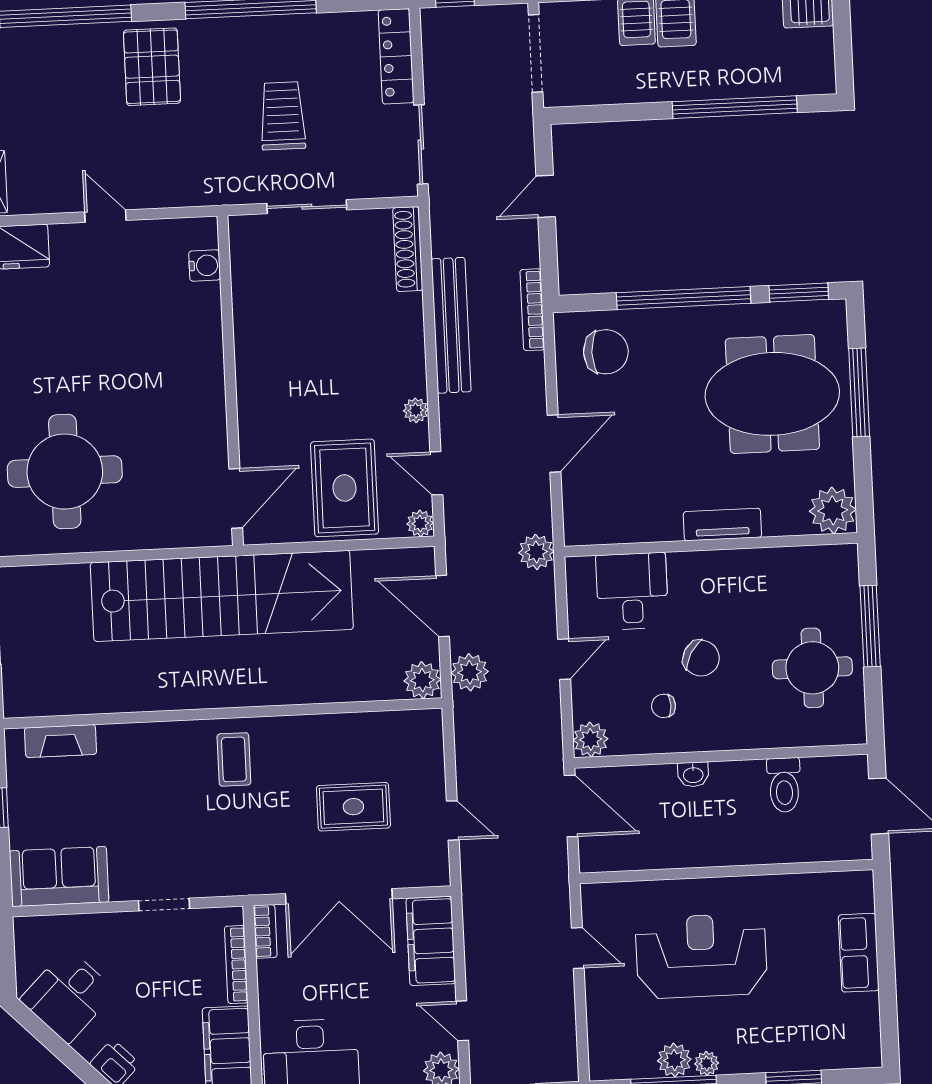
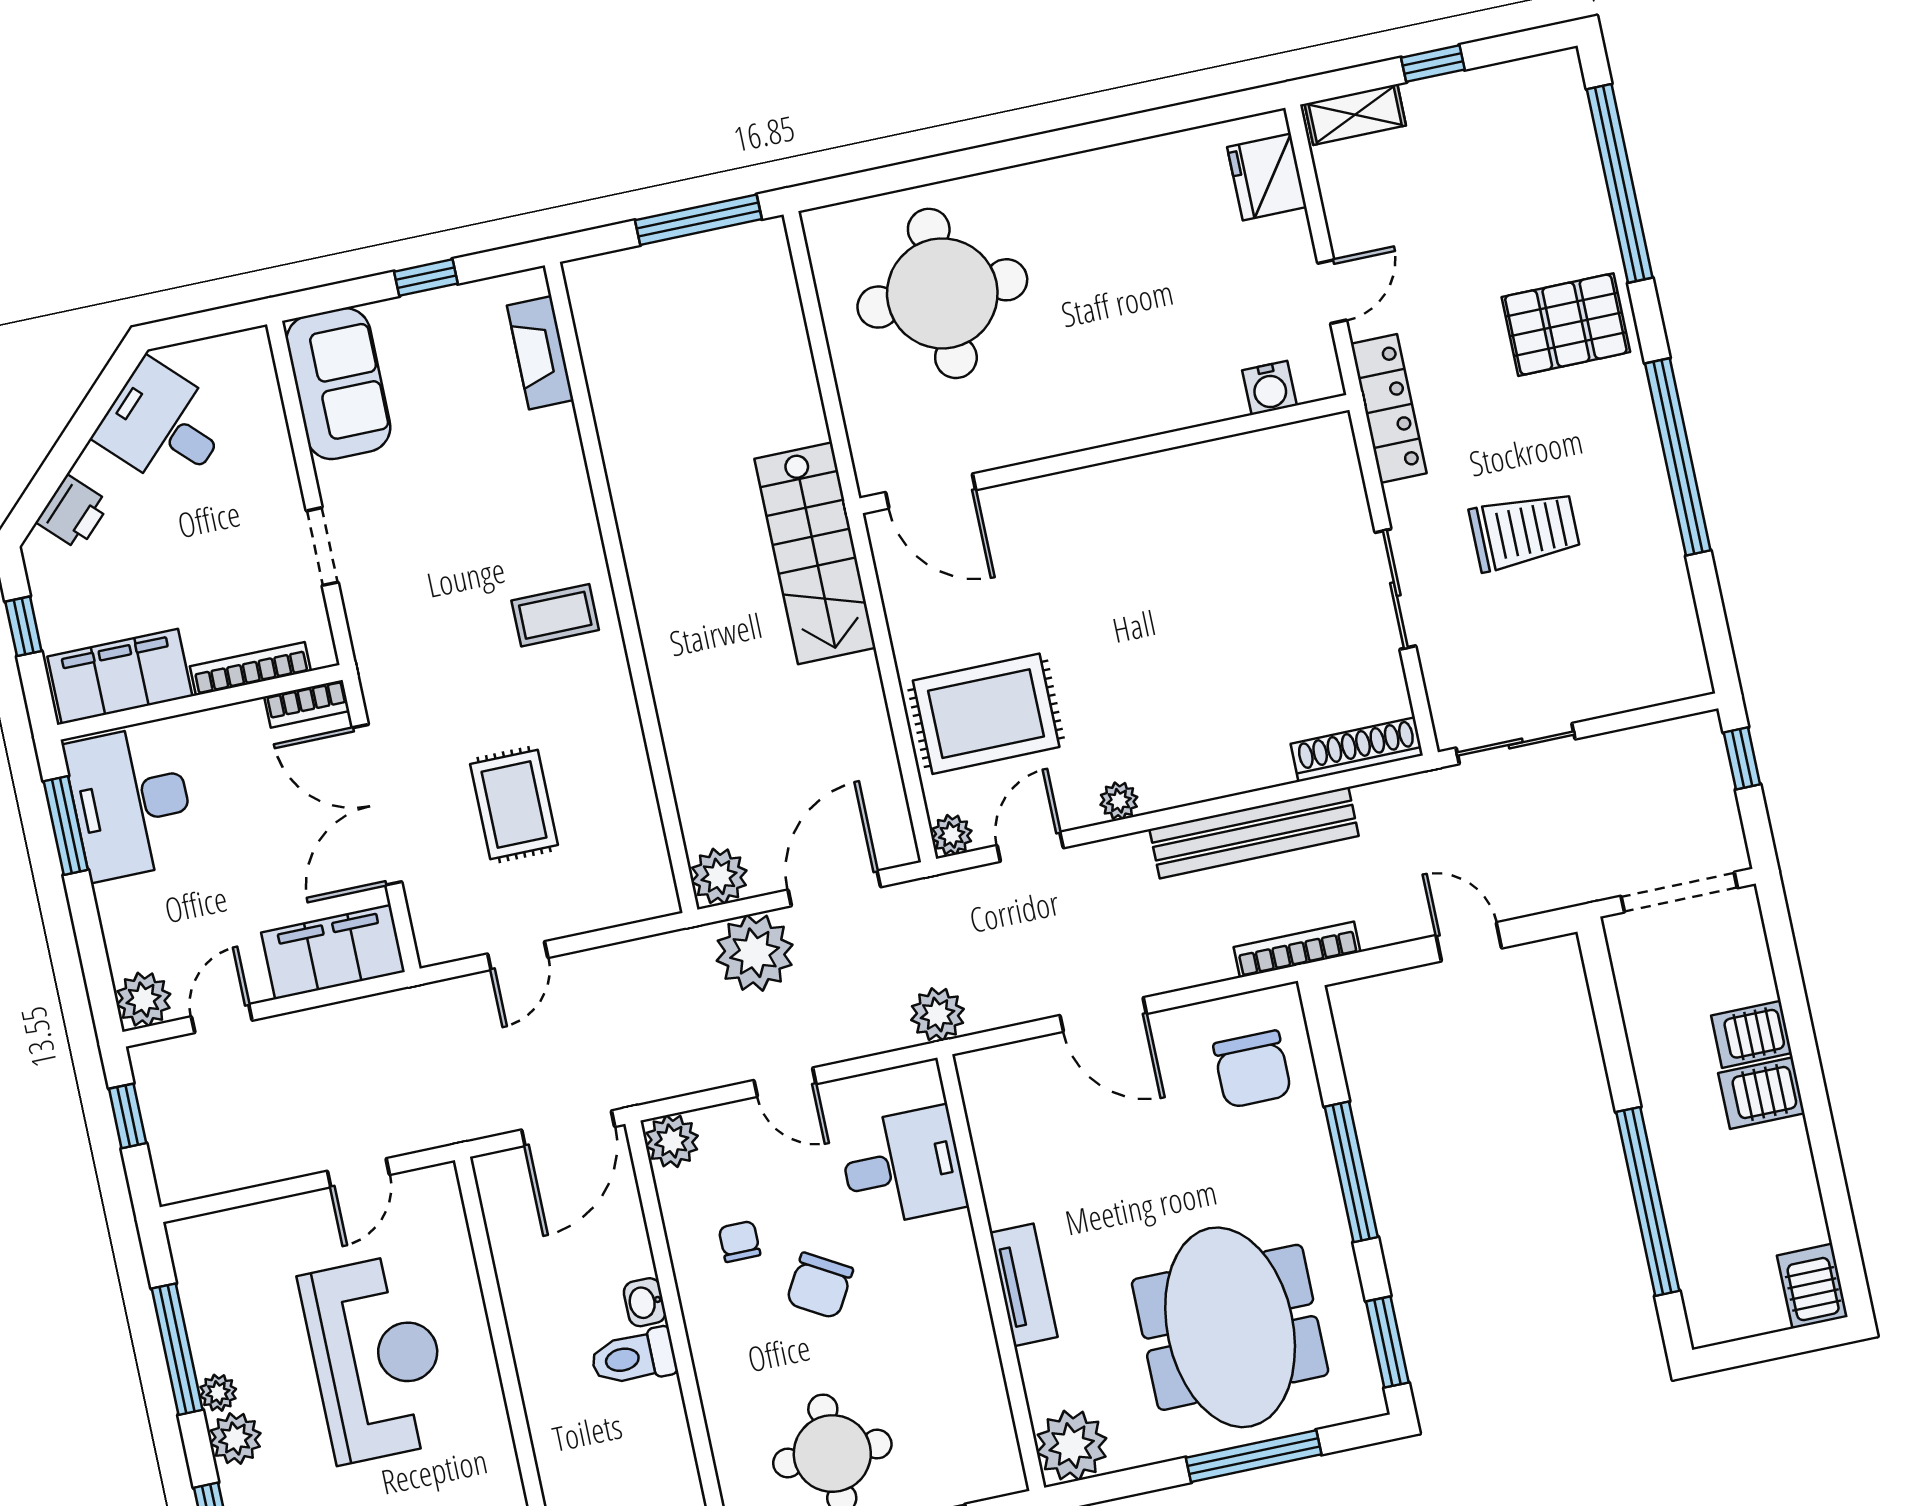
locker: (396, 56) -> (1389, 408), moved, turned 90
water cooler: (205, 265) -> (1269, 388), moved
window: (684, 298) -> (1351, 1172), width x0.68
wall: (230, 381) -> (1104, 454), moved
door: (236, 498) -> (931, 491), moved
stairs: (222, 596) -> (815, 553), width x0.54, depth x0.66
plant: (470, 672) -> (755, 953), width x1.36, depth x1.36
toilet: (784, 785) -> (634, 1357), moved
plant: (674, 1060) -> (235, 1439), moved

